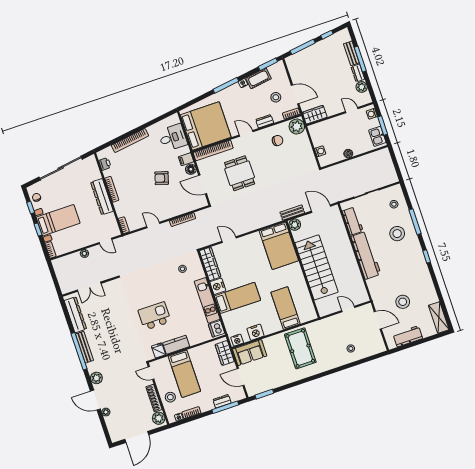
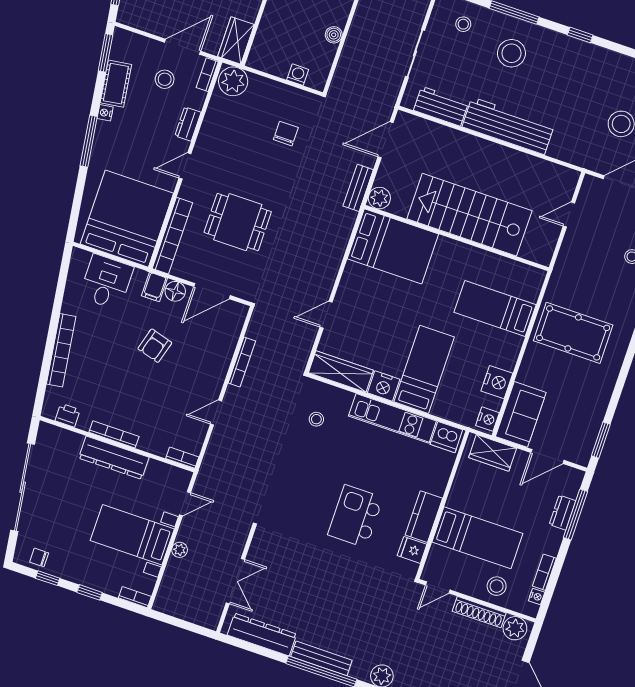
chair: (278, 141) -> (286, 134), moved
bed with nightstands: (58, 220) -> (132, 535), moved, turned -90

